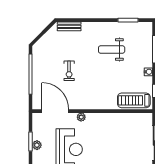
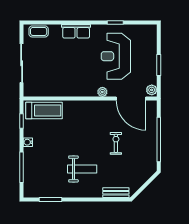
weight bench: (112, 49) -> (82, 169), moved
plant: (37, 145) -> (152, 90), moved

